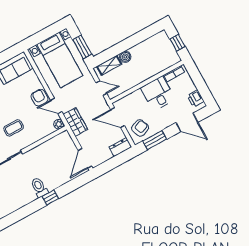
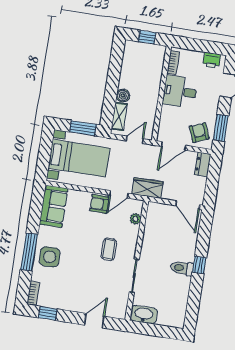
plant: (59, 124) -> (135, 219), moved

